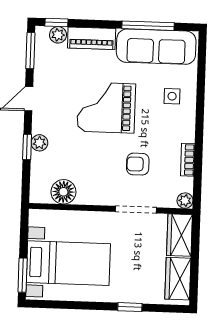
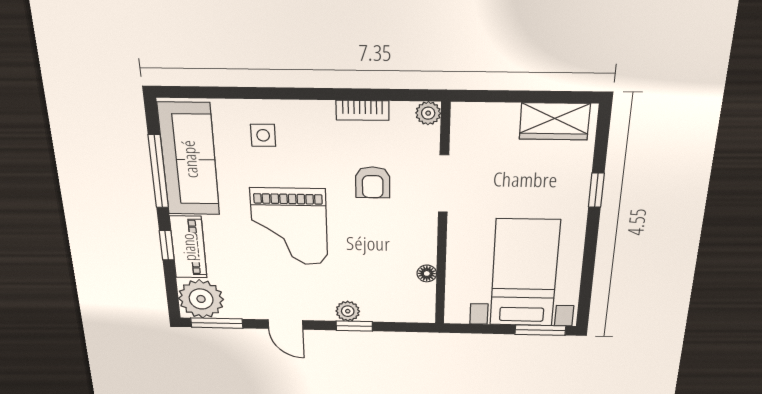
window: (56, 22) -> (167, 245), moved
plant: (58, 35) -> (201, 299), width x1.87, depth x1.87
floor lamp: (63, 192) -> (427, 273), width x0.53, depth x0.53
wardrobe: (179, 235) -> (484, 120), removed

